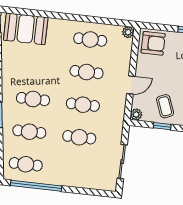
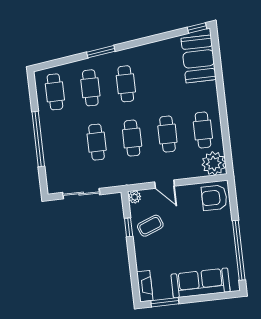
plant: (128, 32) -> (214, 163), width x1.88, depth x1.88
armchair: (153, 43) -> (214, 198), turned 90
window: (36, 186) -> (38, 139), moved

